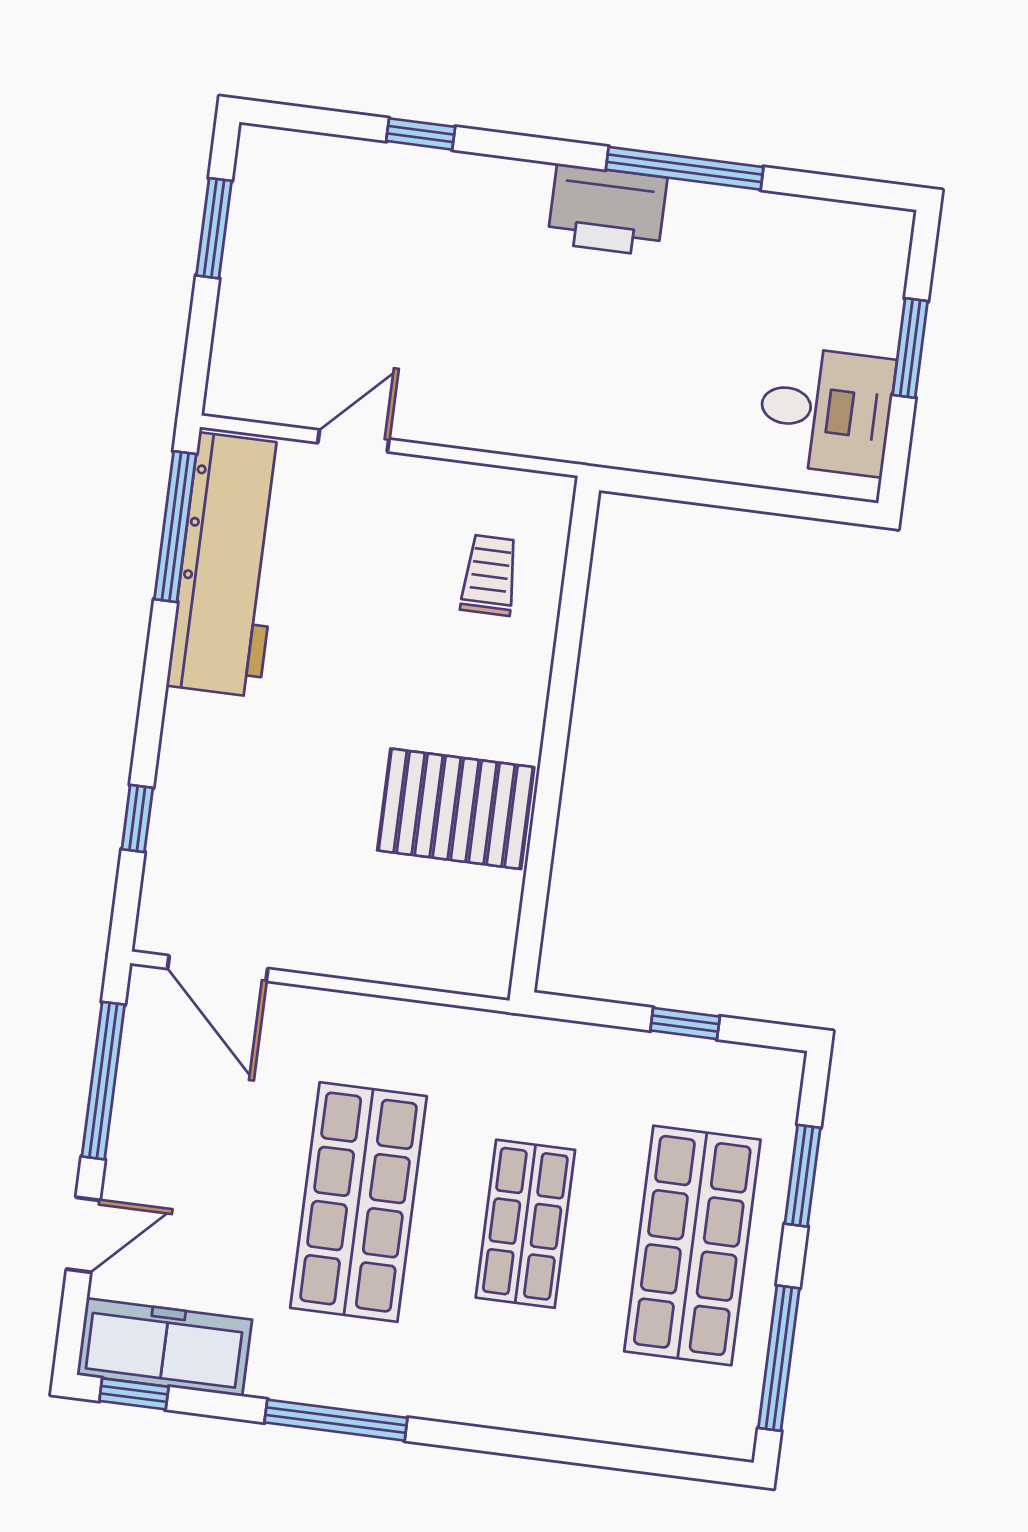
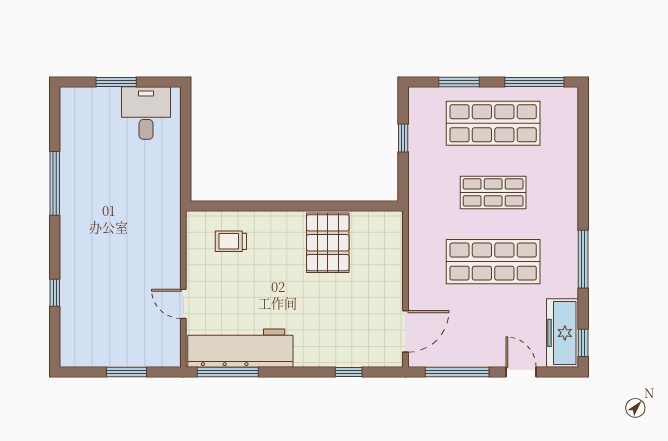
printer: (607, 210) -> (76, 213), removed
window: (214, 228) -> (127, 372), moved

